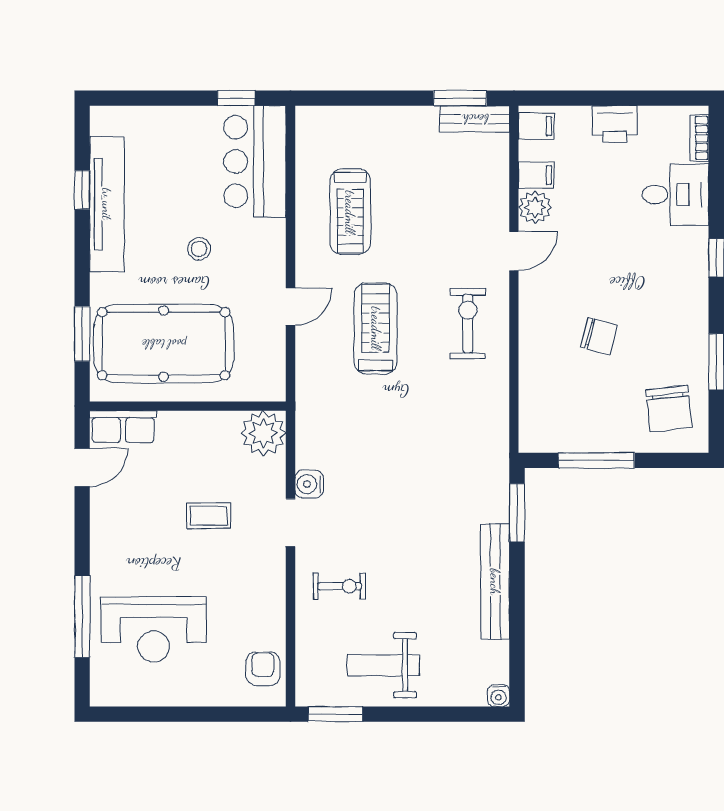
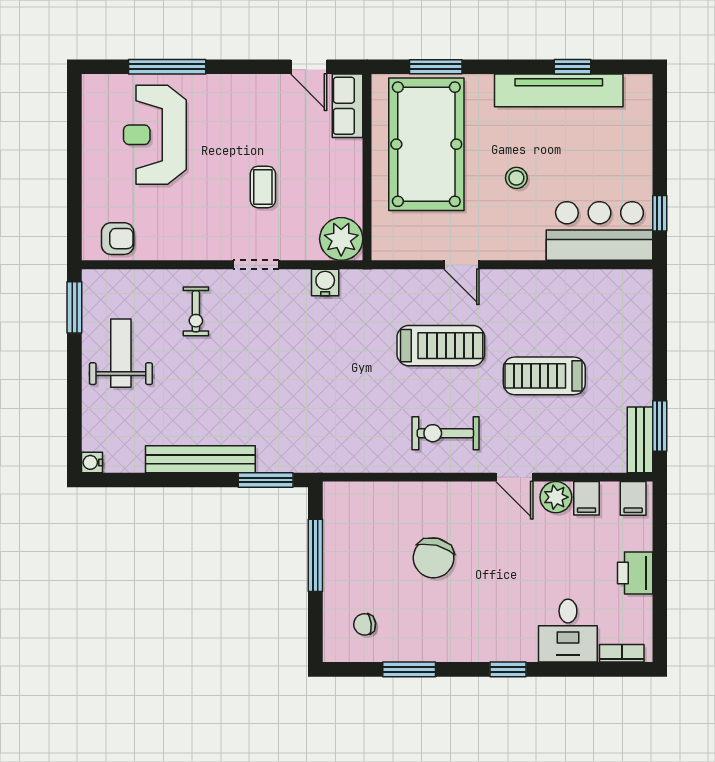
treadmill: (350, 212) -> (544, 376), moved
exercise bike: (468, 324) -> (445, 433), turned 180
chair: (599, 336) -> (434, 558), width x1.37, depth x1.37
chair: (669, 409) -> (365, 624), width x0.54, depth x0.54
water cooler: (309, 484) -> (325, 283), moved

